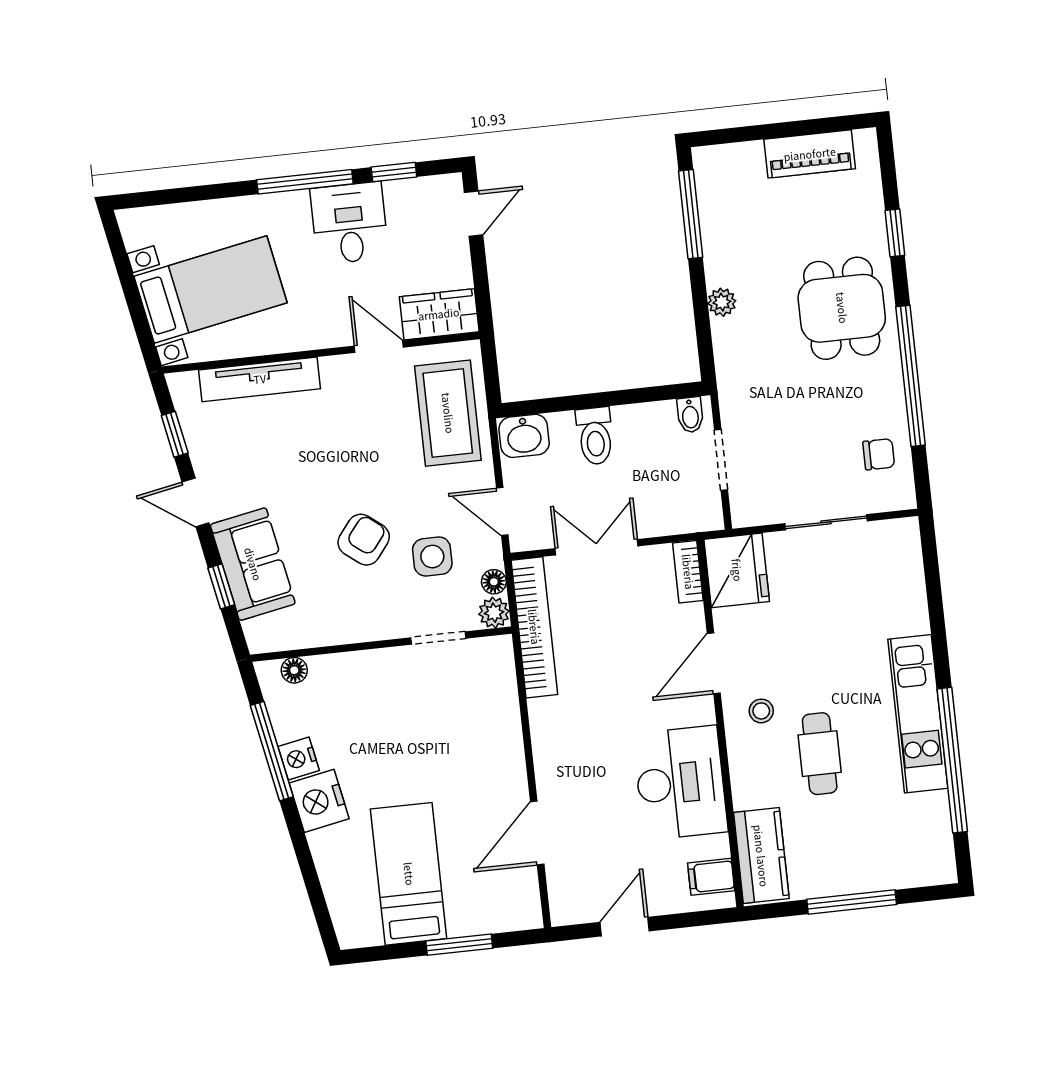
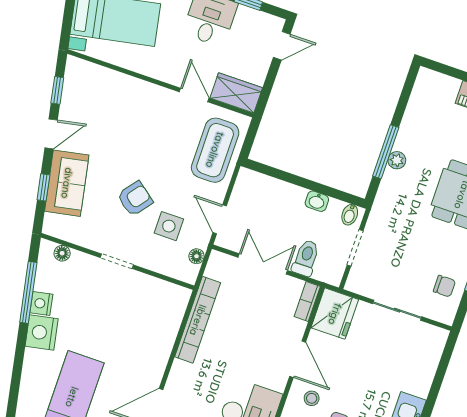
window: (691, 214) -> (386, 152), moved
tv unit: (260, 379) -> (119, 82), removed
washbasin: (524, 436) -> (317, 201), moved, width x0.72, depth x0.69
toilet: (595, 436) -> (306, 258), moved, turned 180
door: (196, 502) -> (51, 134), swing flipped
plant: (494, 613) -> (188, 273), removed
bookcase: (534, 627) -> (198, 320), moved
doorway: (438, 638) -> (117, 261), moved
door: (714, 663) -> (298, 359), swing flipped

